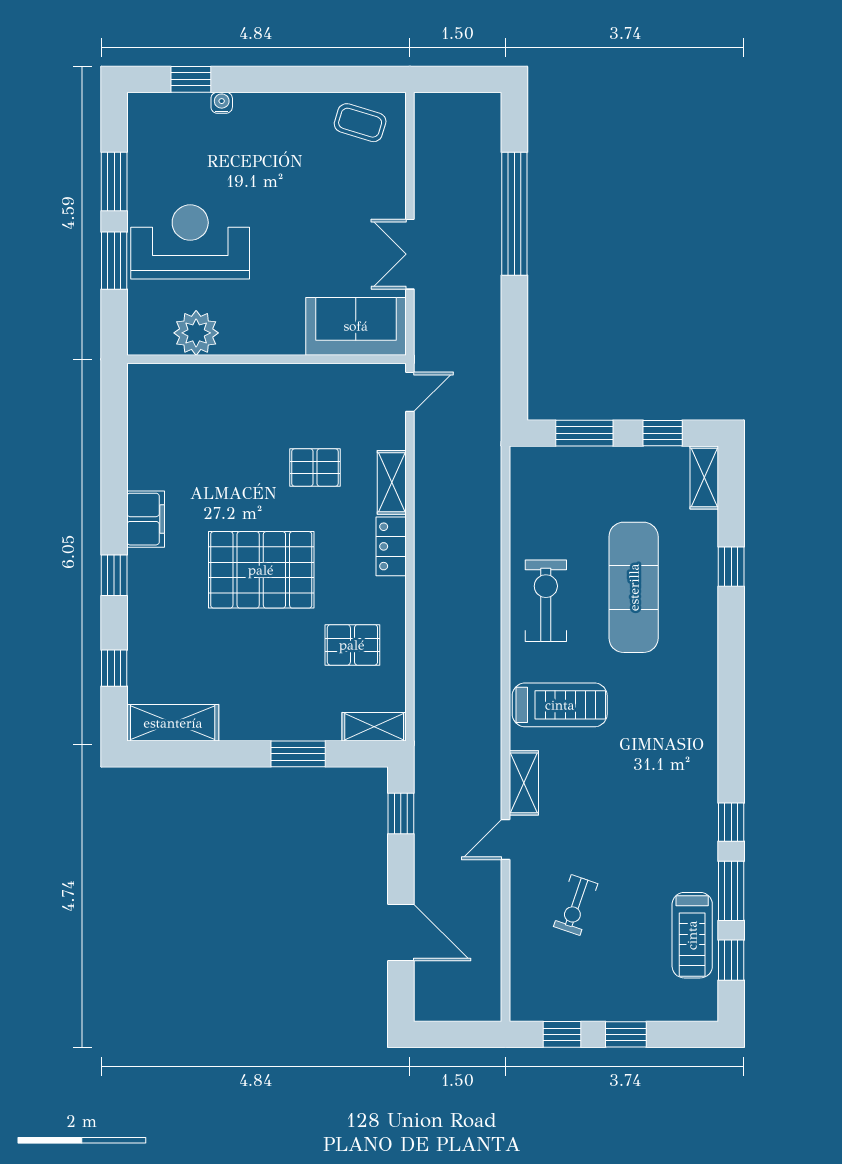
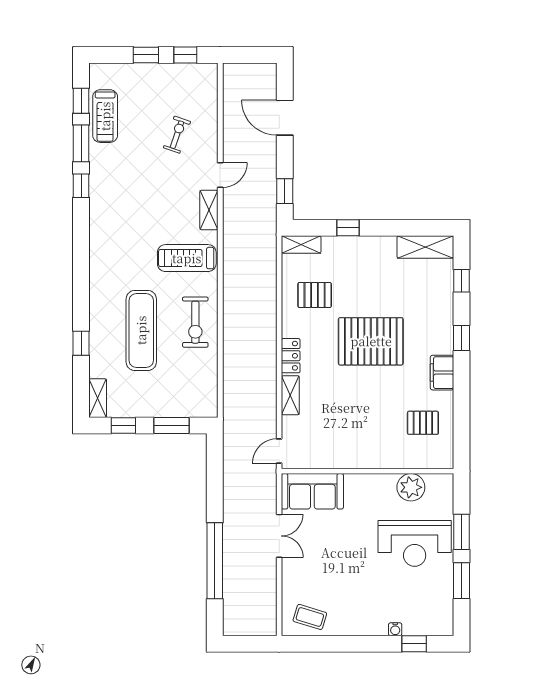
pallet: (315, 468) -> (423, 423), moved
window: (298, 754) -> (348, 228), width x0.67
treadmill: (692, 935) -> (105, 116), turned 180

